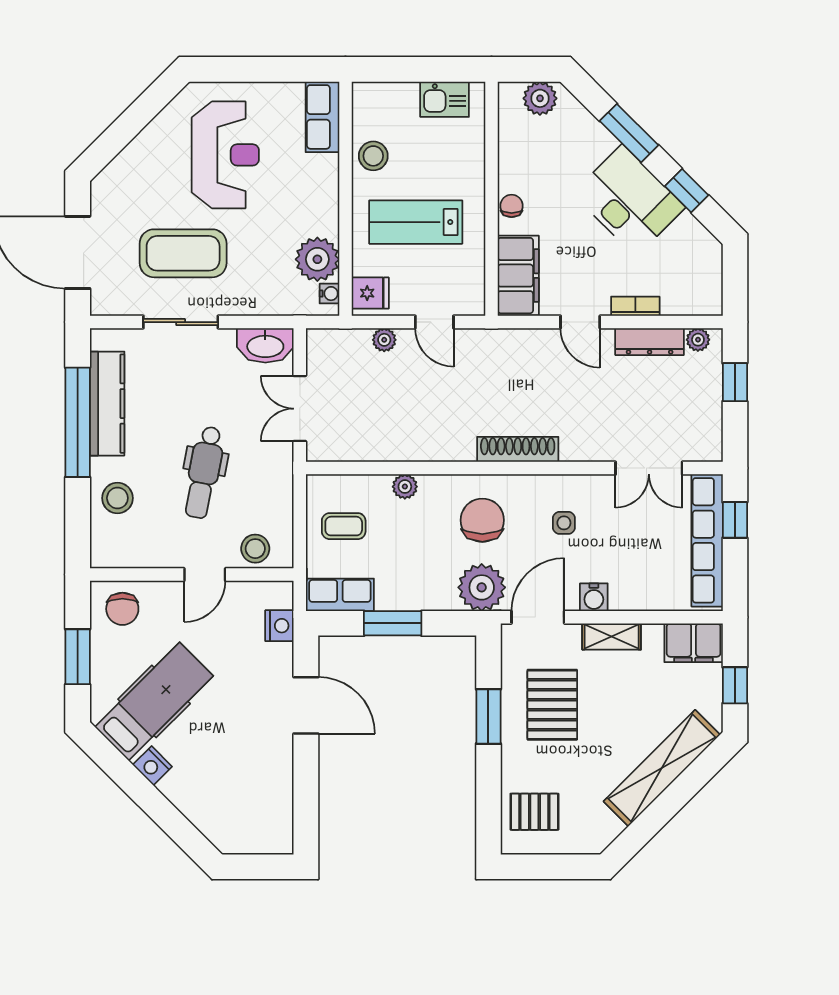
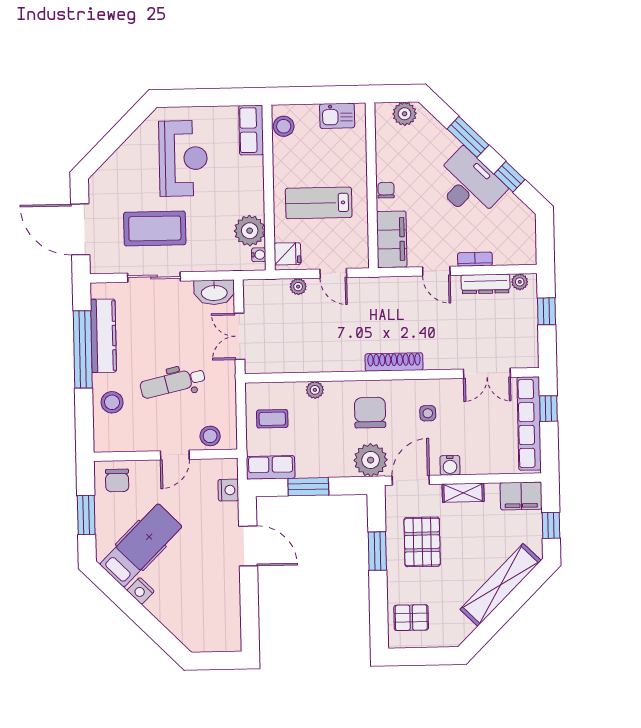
stool: (373, 156) -> (284, 126), moved
dental chair: (204, 472) -> (173, 383), turned 66

